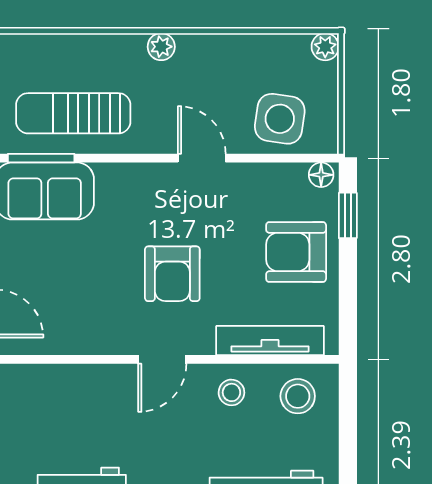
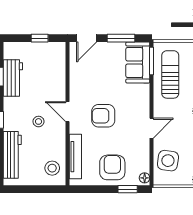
stool: (231, 392) -> (39, 121), moved

